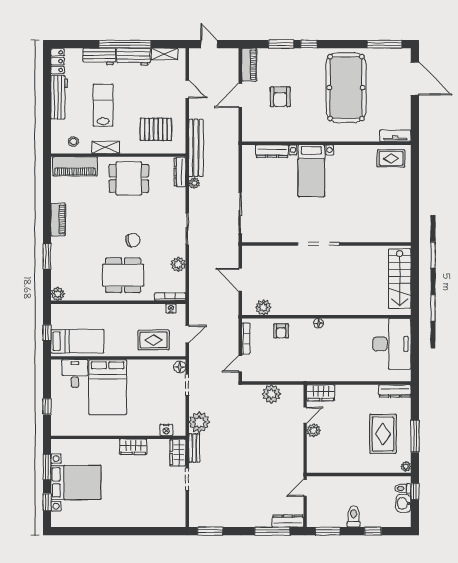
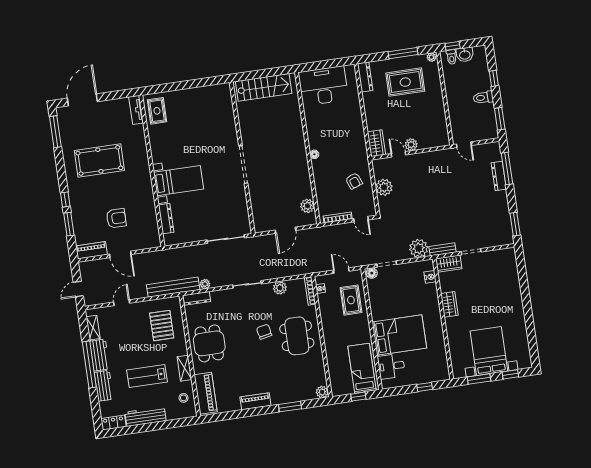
pool table: (346, 88) -> (99, 160), width x0.73, depth x0.76
armchair: (281, 331) -> (354, 181), moved, turned 70
dresser: (288, 521) -> (499, 176), moved

